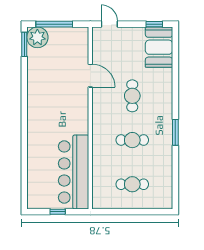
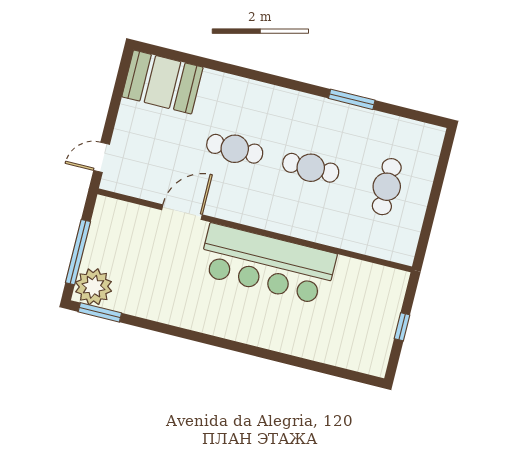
window: (154, 24) -> (121, 80), removed
window: (175, 132) -> (352, 99), moved
cafe table: (132, 140) -> (311, 168), turned 90
bar counter: (74, 172) -> (267, 264), moved

